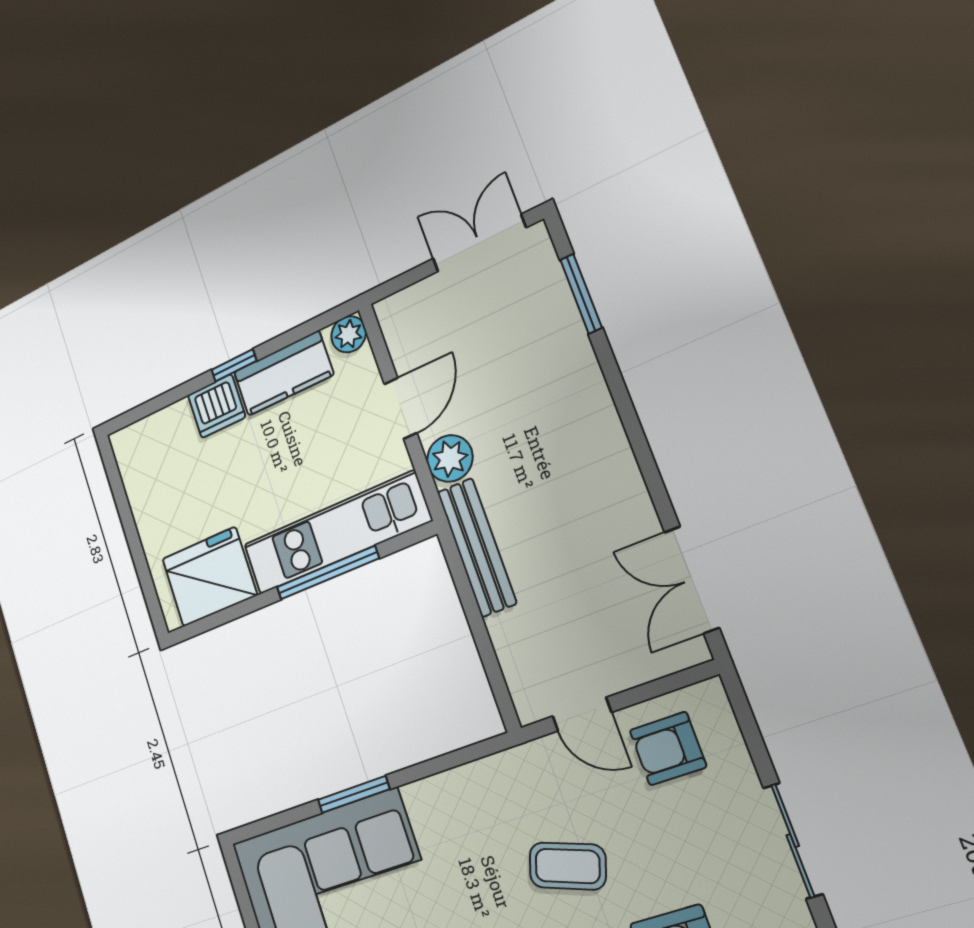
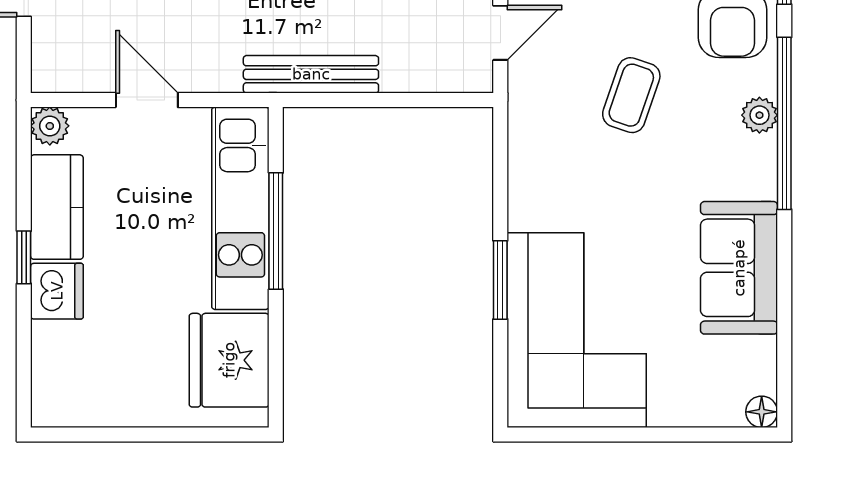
plant: (450, 458) -> (216, 70), removed

